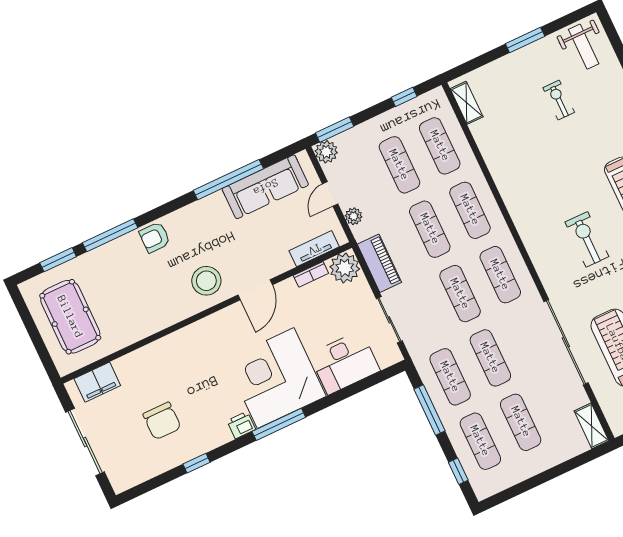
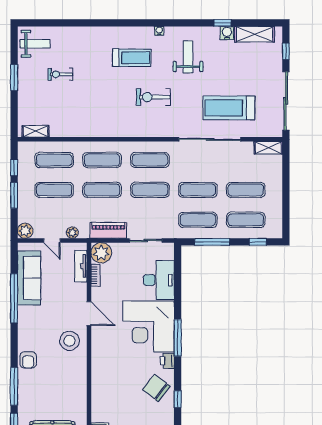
window: (335, 130) -> (14, 195), moved
chair: (162, 421) -> (156, 388), moved, turned -142

